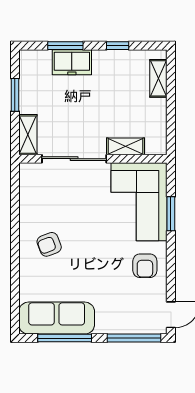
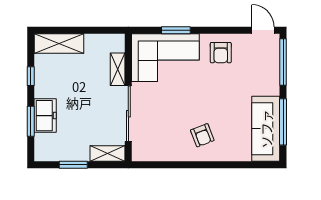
shelving: (158, 78) -> (59, 43), width x1.50, depth x1.33
armchair: (145, 266) -> (221, 53), turned 90

